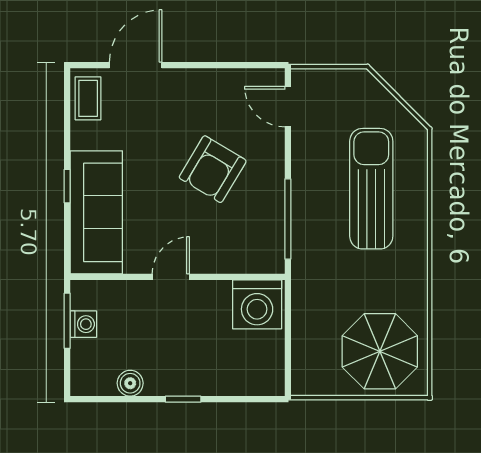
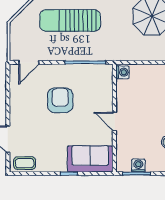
armchair: (213, 169) -> (60, 100), turned -121
sofa: (96, 212) -> (90, 159), width x0.73
washing machine: (257, 304) -> (123, 72), width x0.53, depth x0.53

